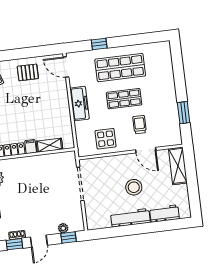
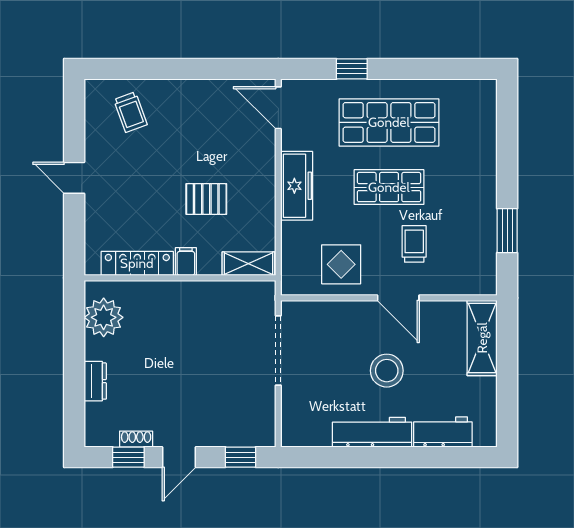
pallet: (28, 72) -> (206, 199), moved
shelving: (49, 145) -> (248, 264), moved
door: (146, 150) -> (398, 298), moved
plant: (63, 228) -> (232, 437), removed

